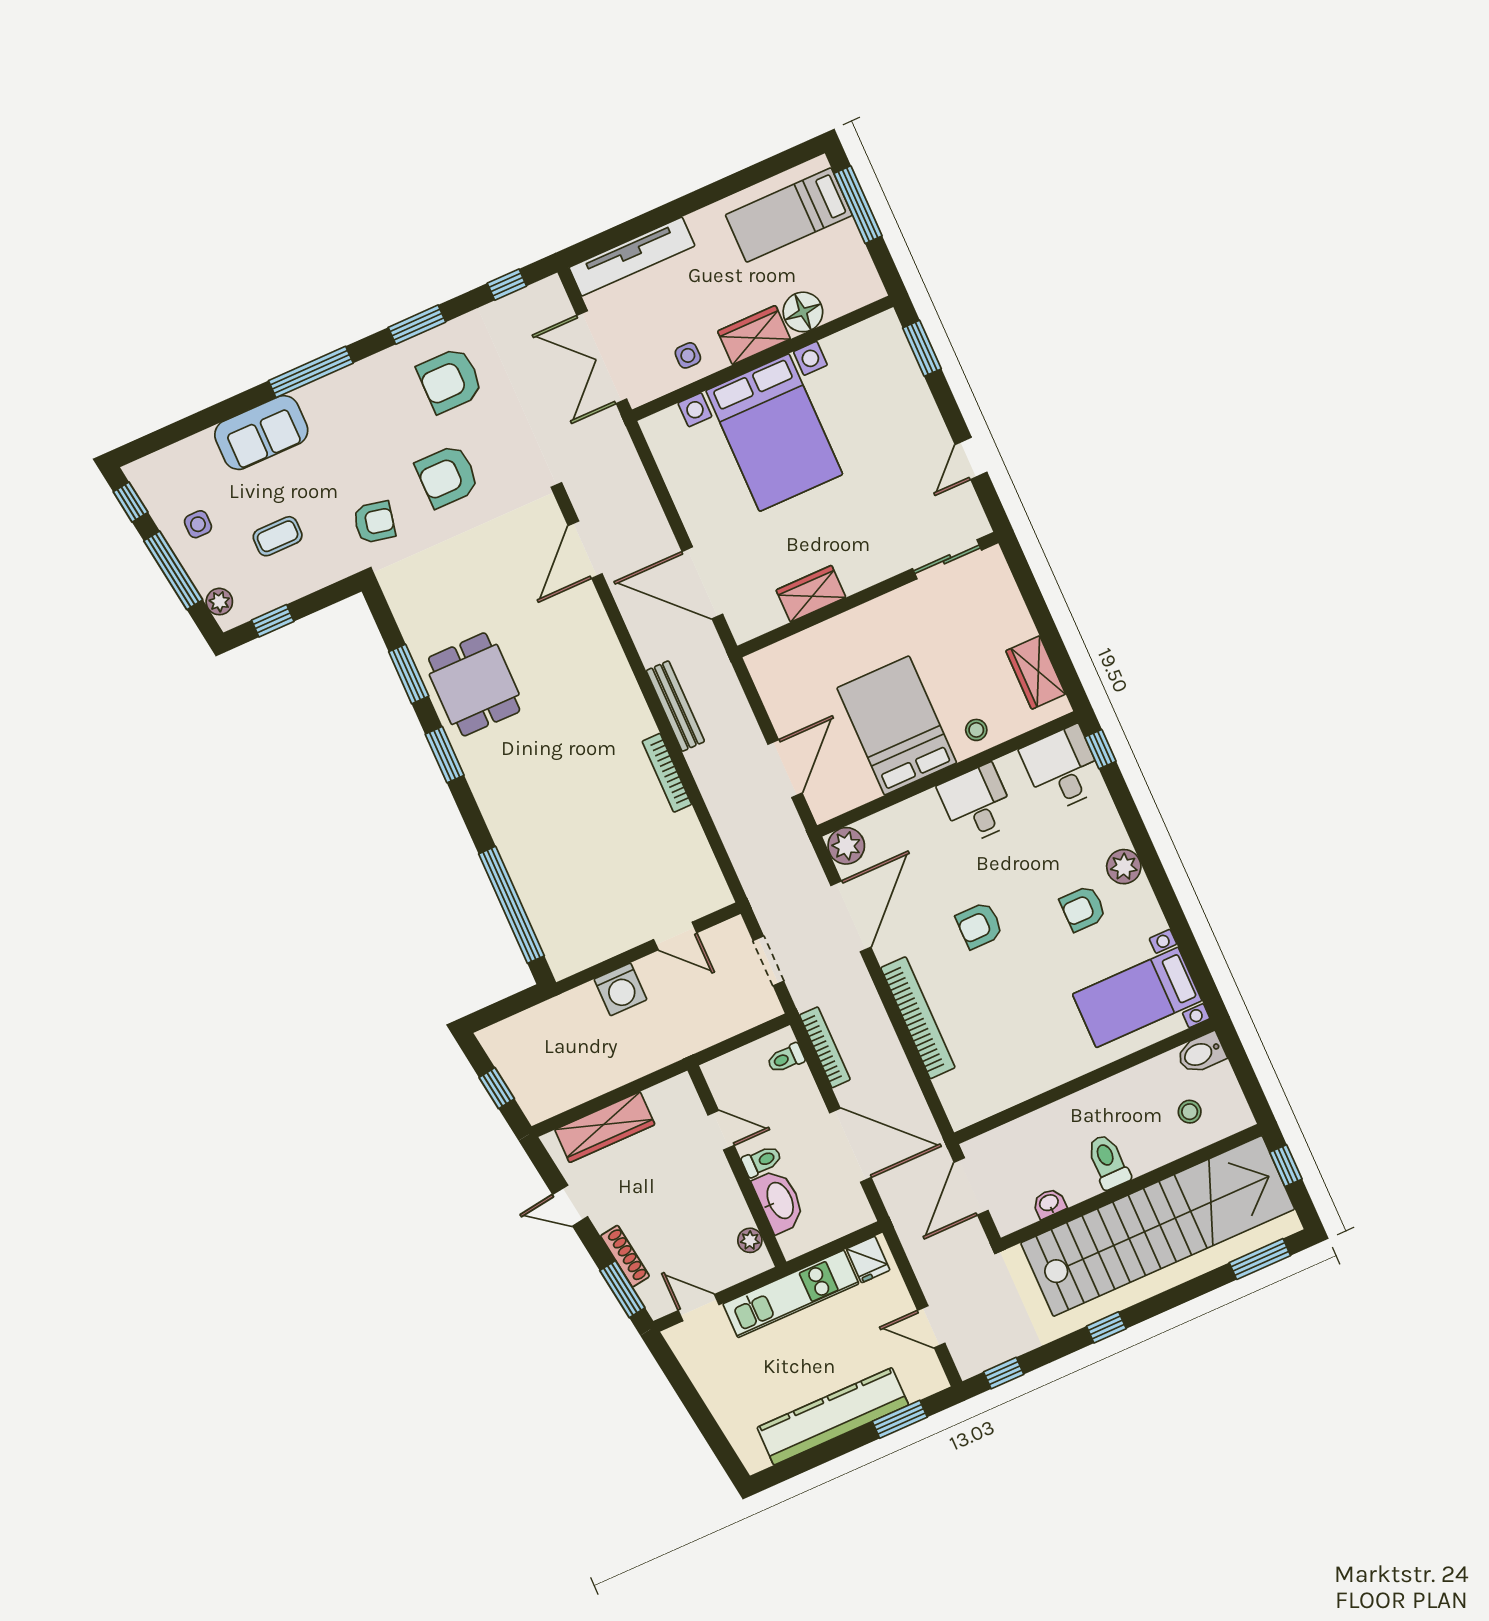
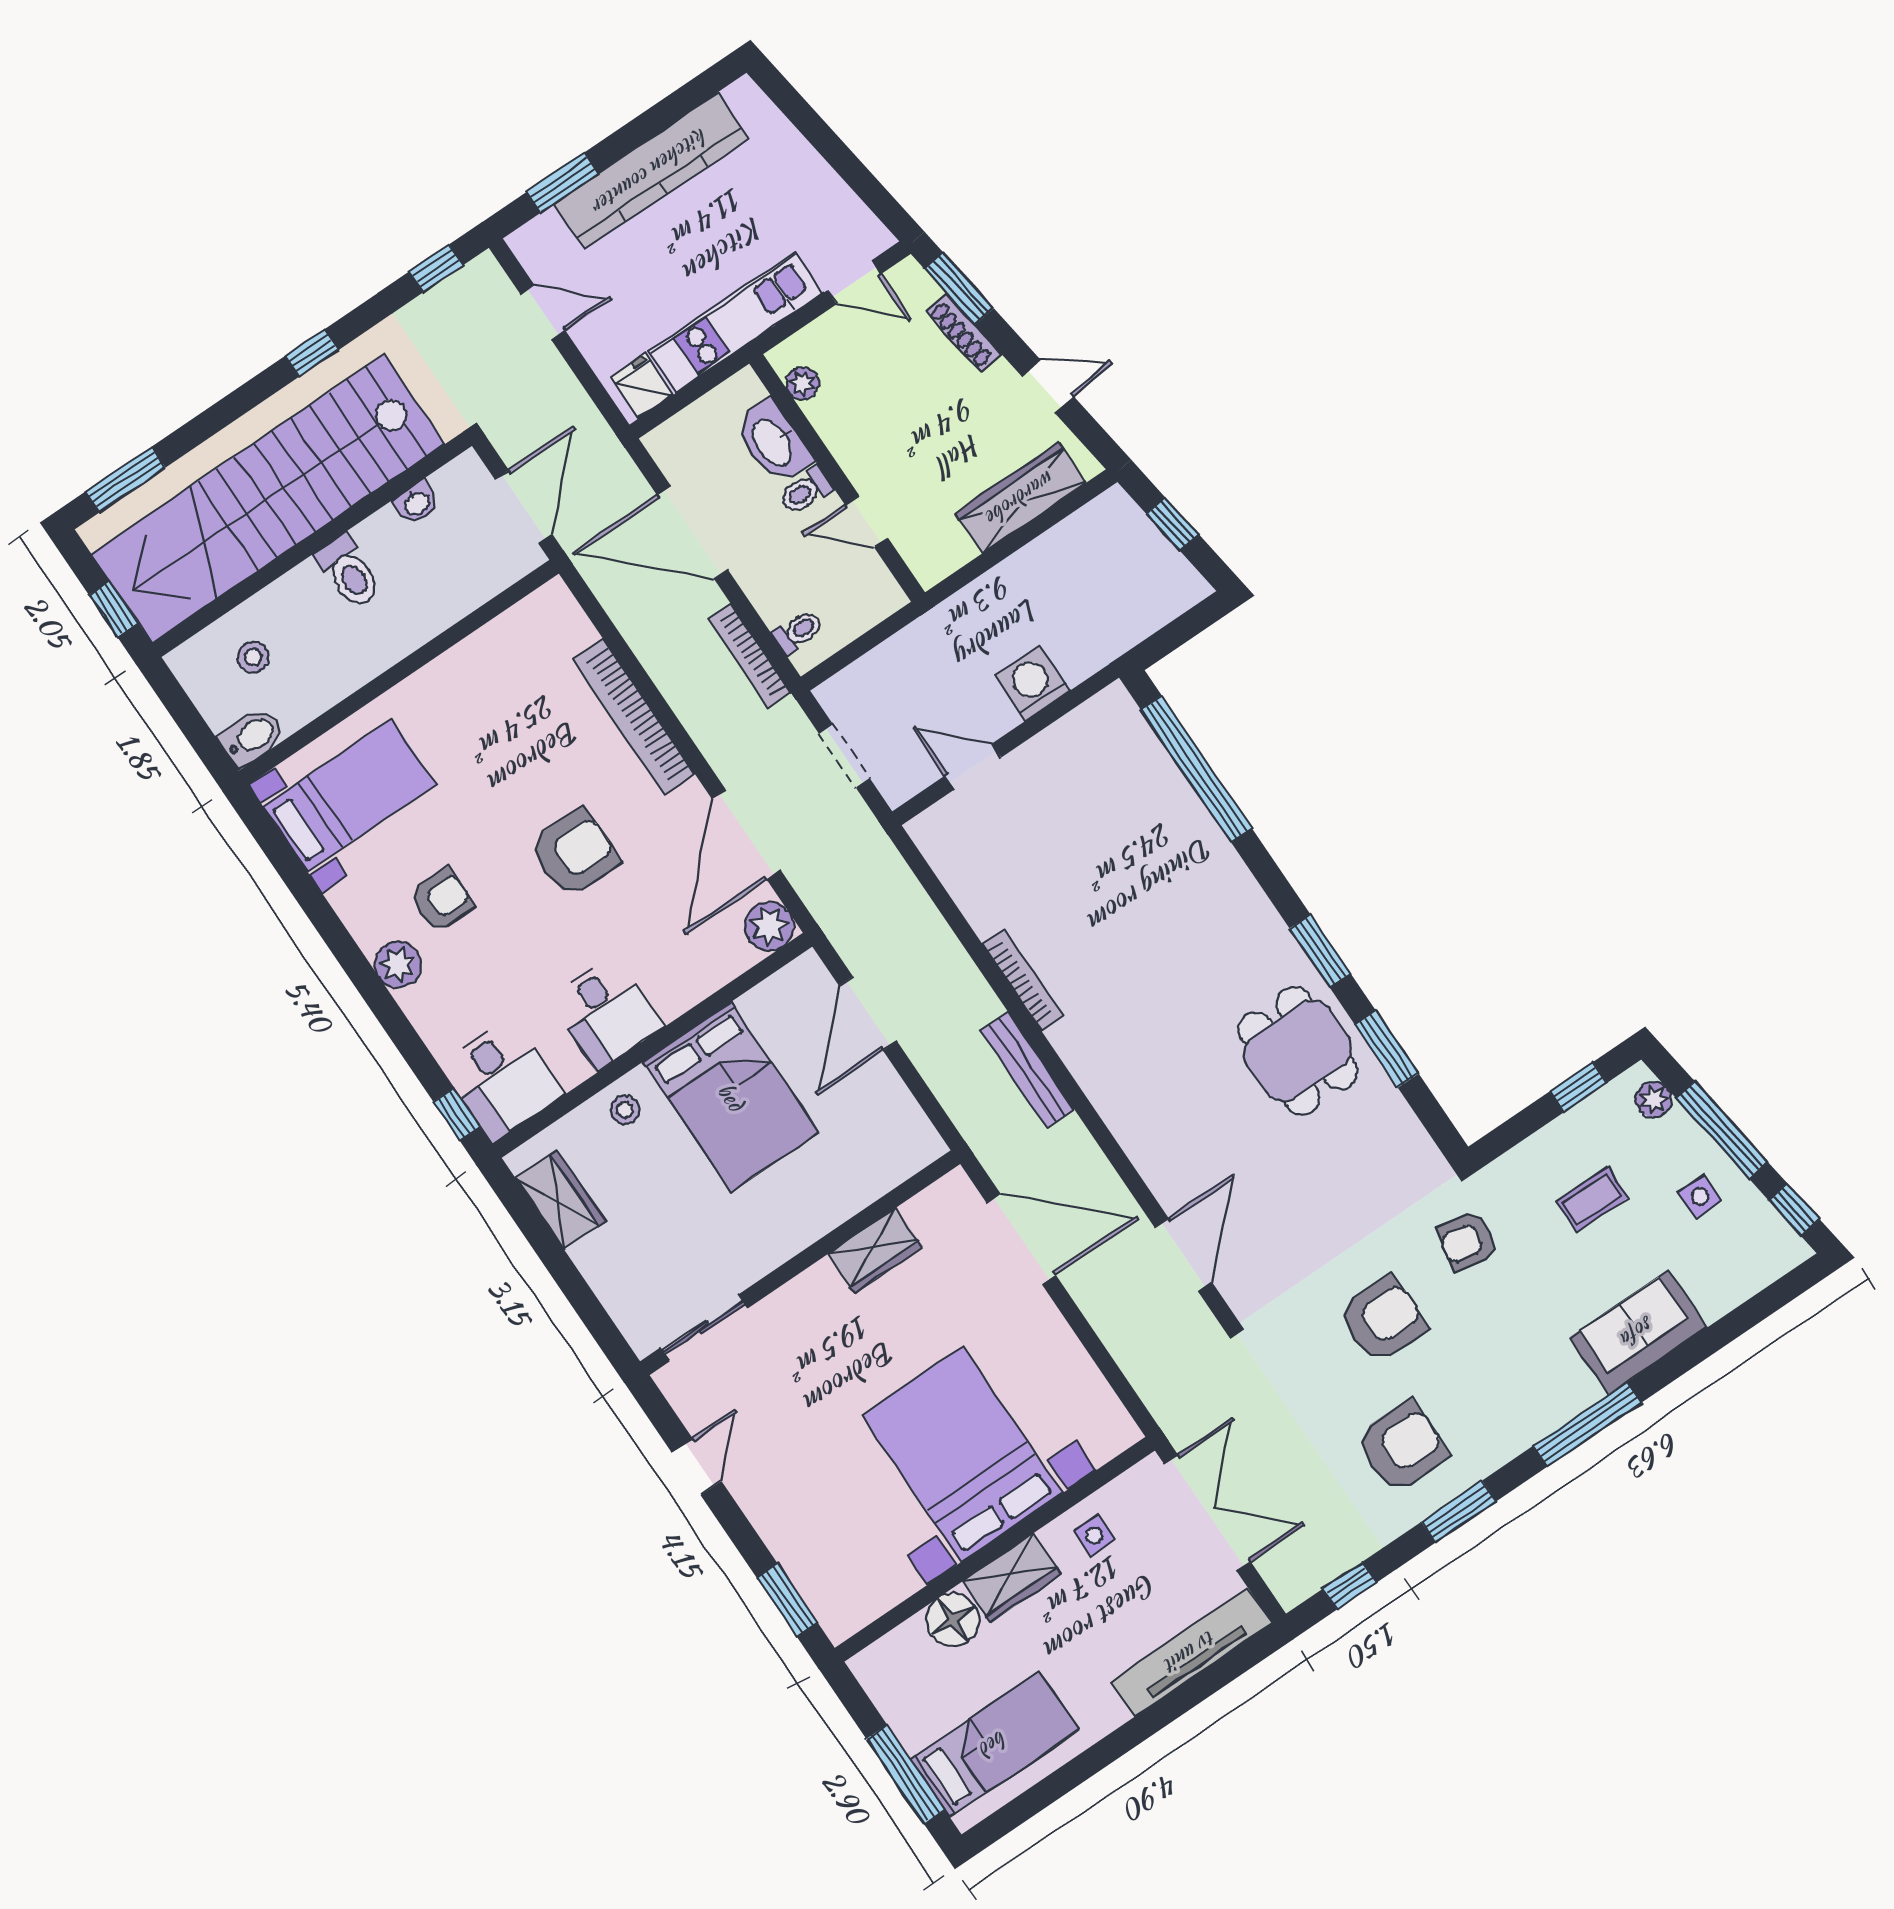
armchair: (979, 925) -> (575, 853), width x1.38, depth x1.38

